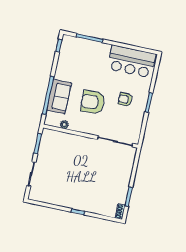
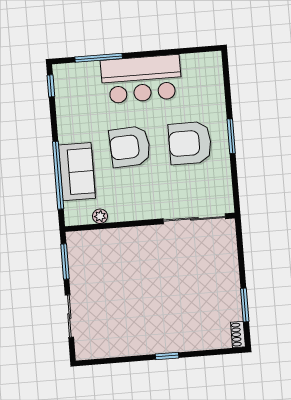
bar counter: (132, 61) -> (141, 79), moved
armchair: (125, 99) -> (190, 143), width x1.88, depth x1.88
armchair: (93, 102) -> (130, 147), moved

